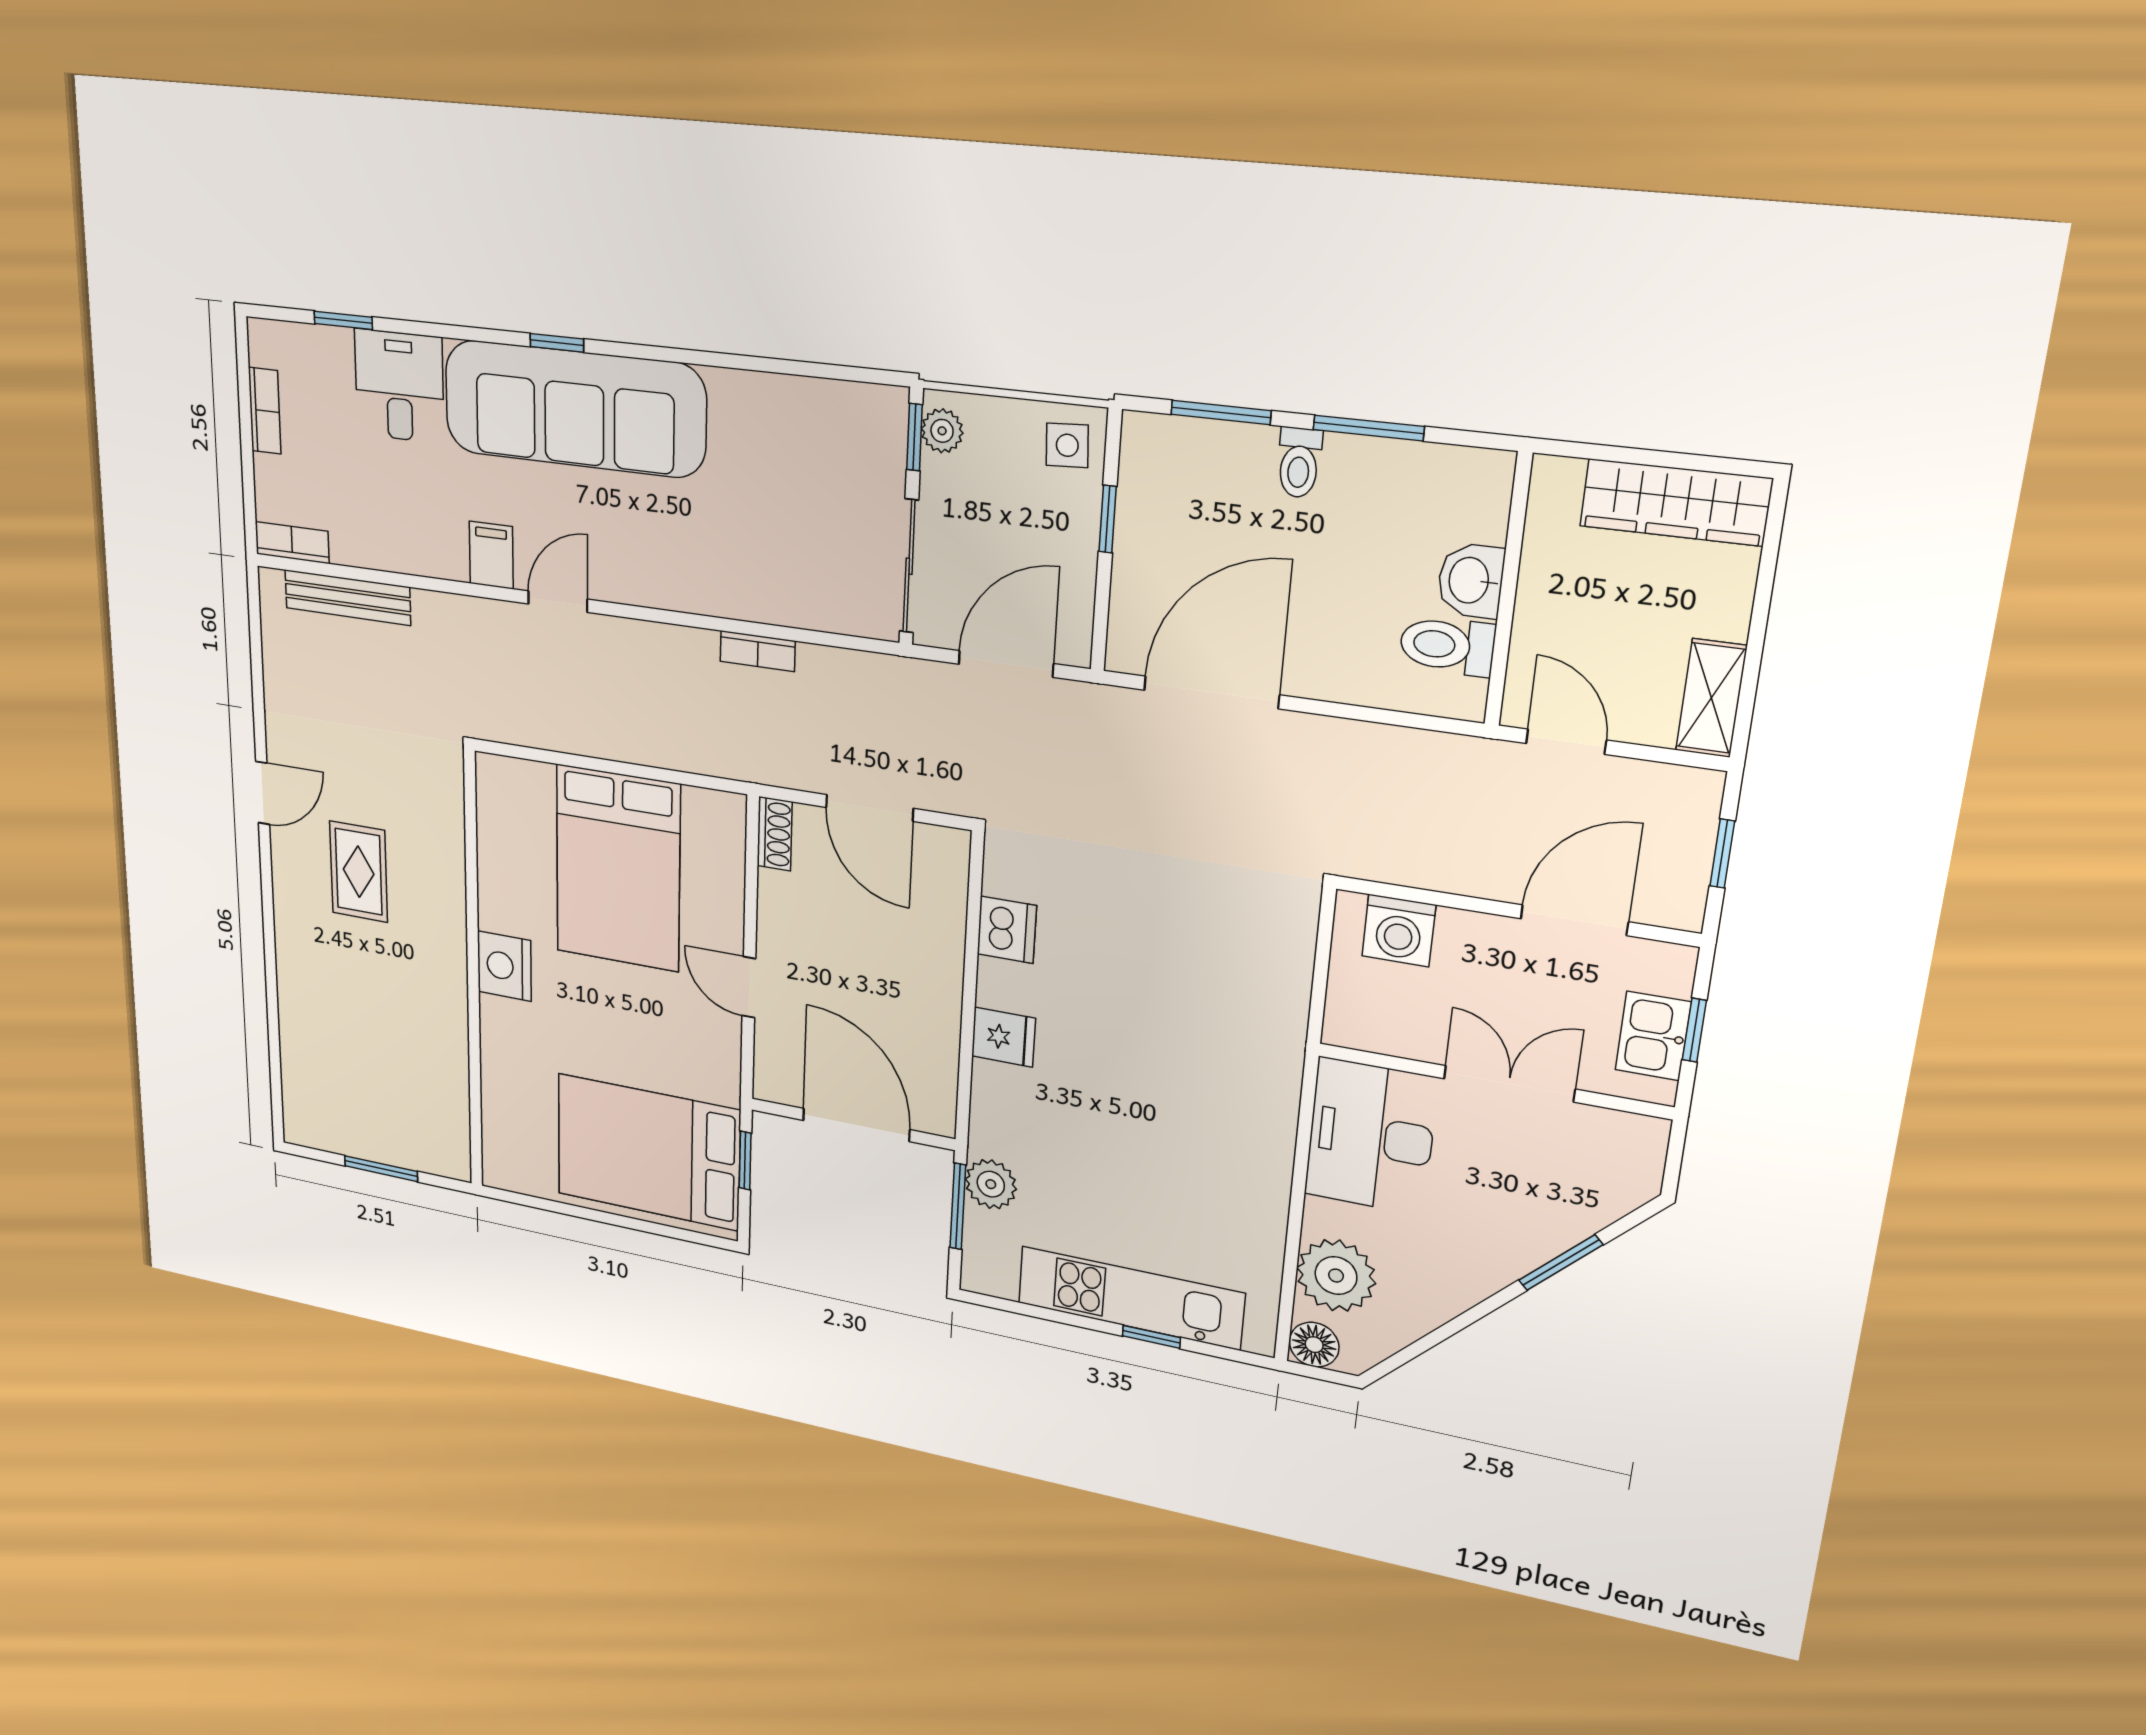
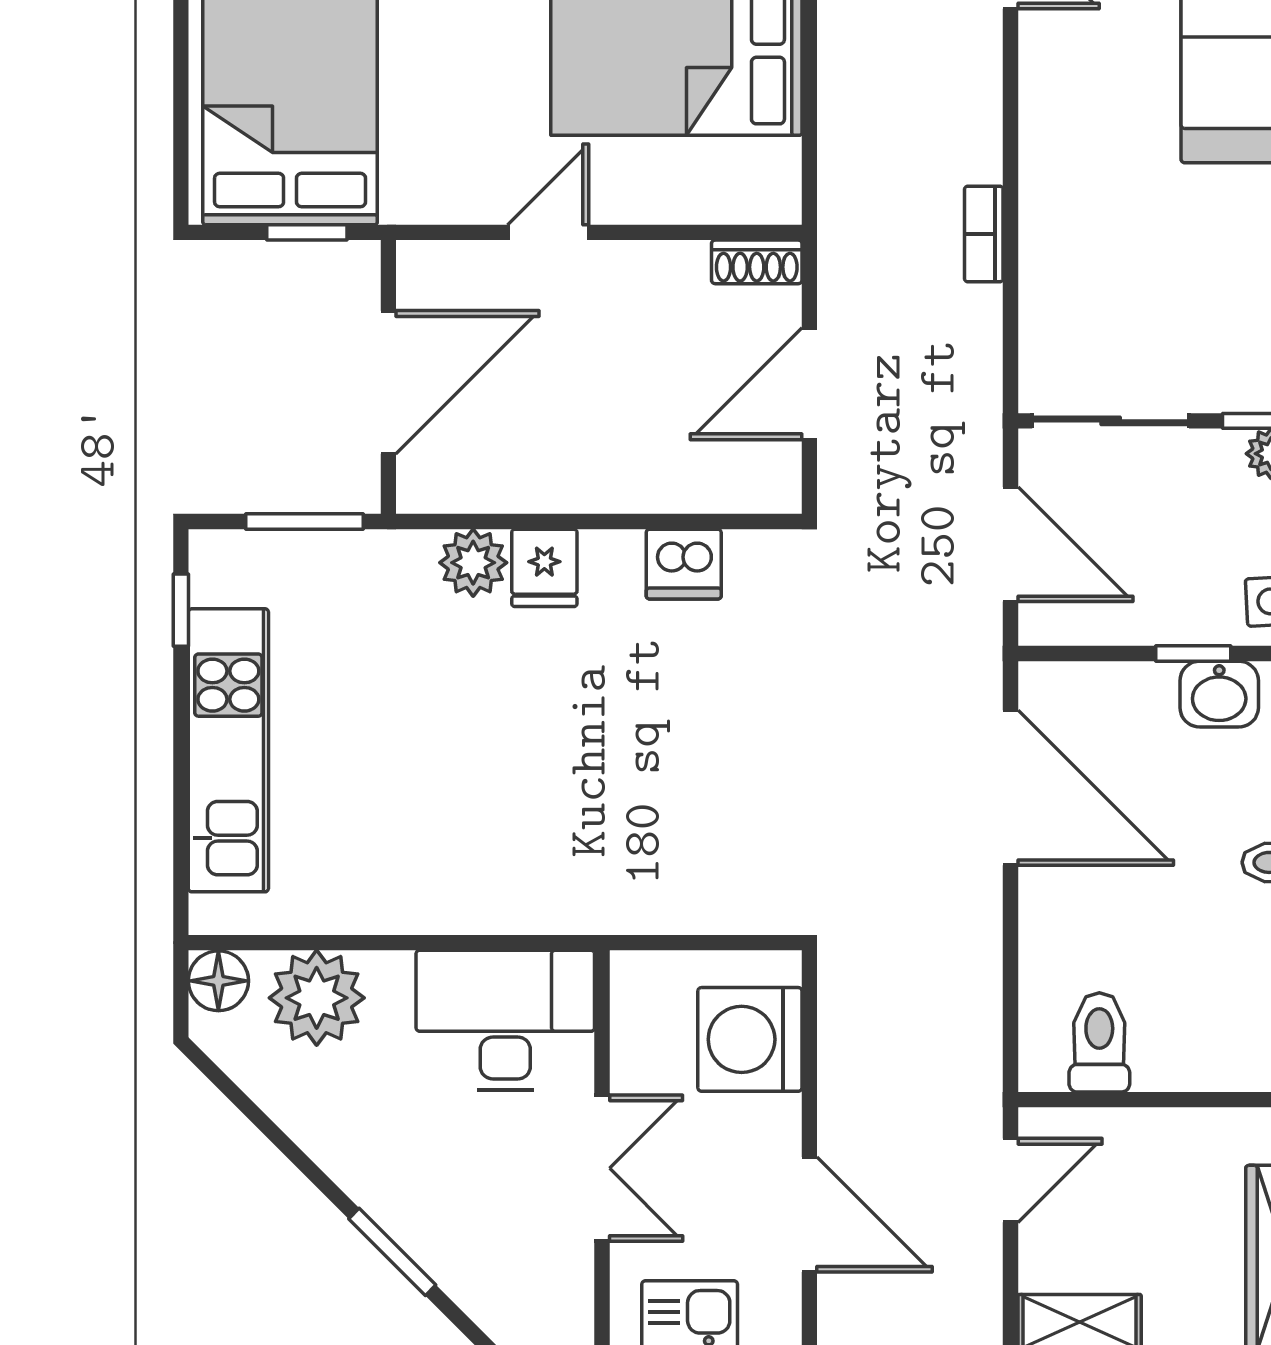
washbasin: (1471, 580) -> (1219, 694), moved, turned 180
washing machine: (1399, 931) -> (750, 1039), width x1.37, depth x1.37
plant: (991, 1184) -> (473, 563), moved
window: (1151, 1337) -> (181, 610), moved

